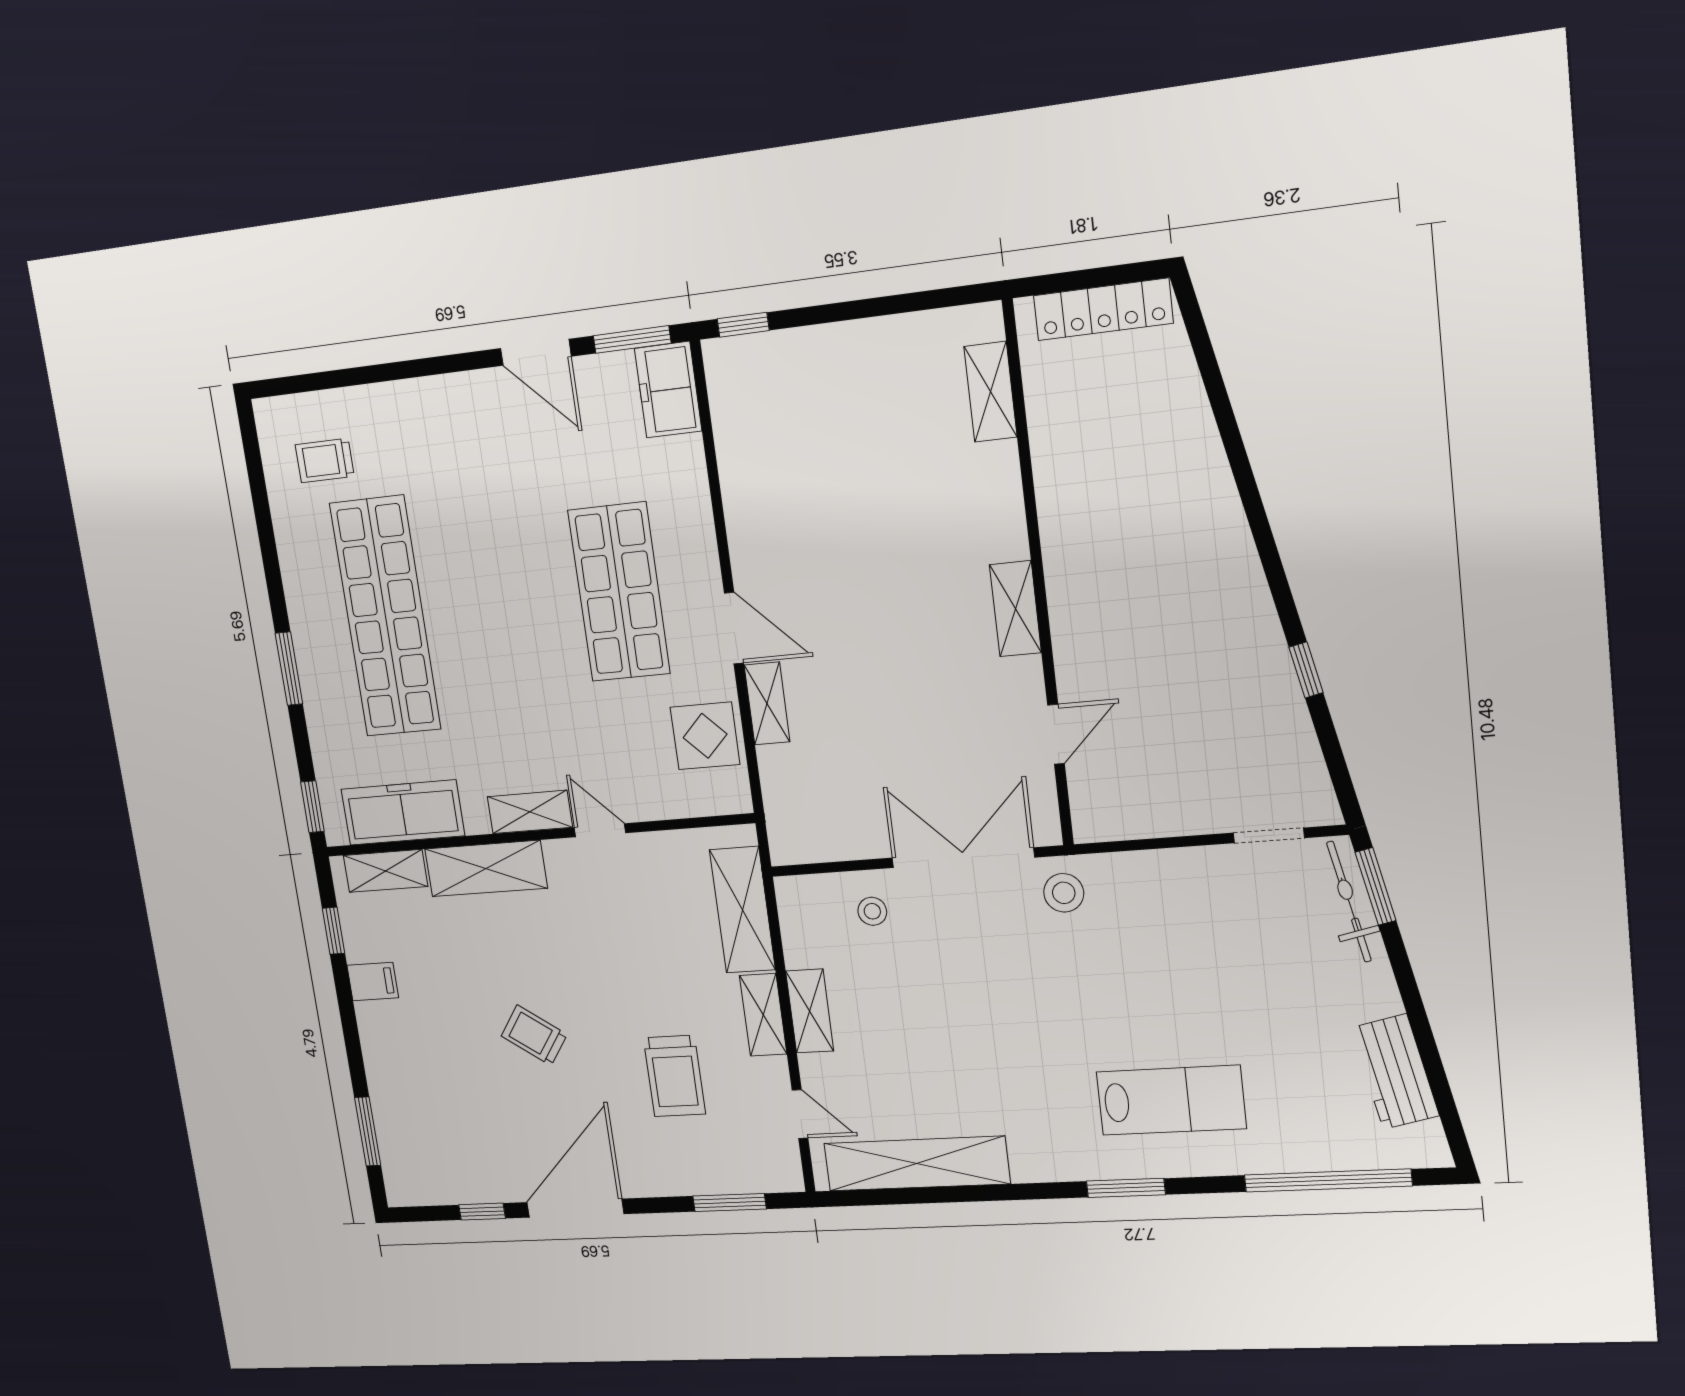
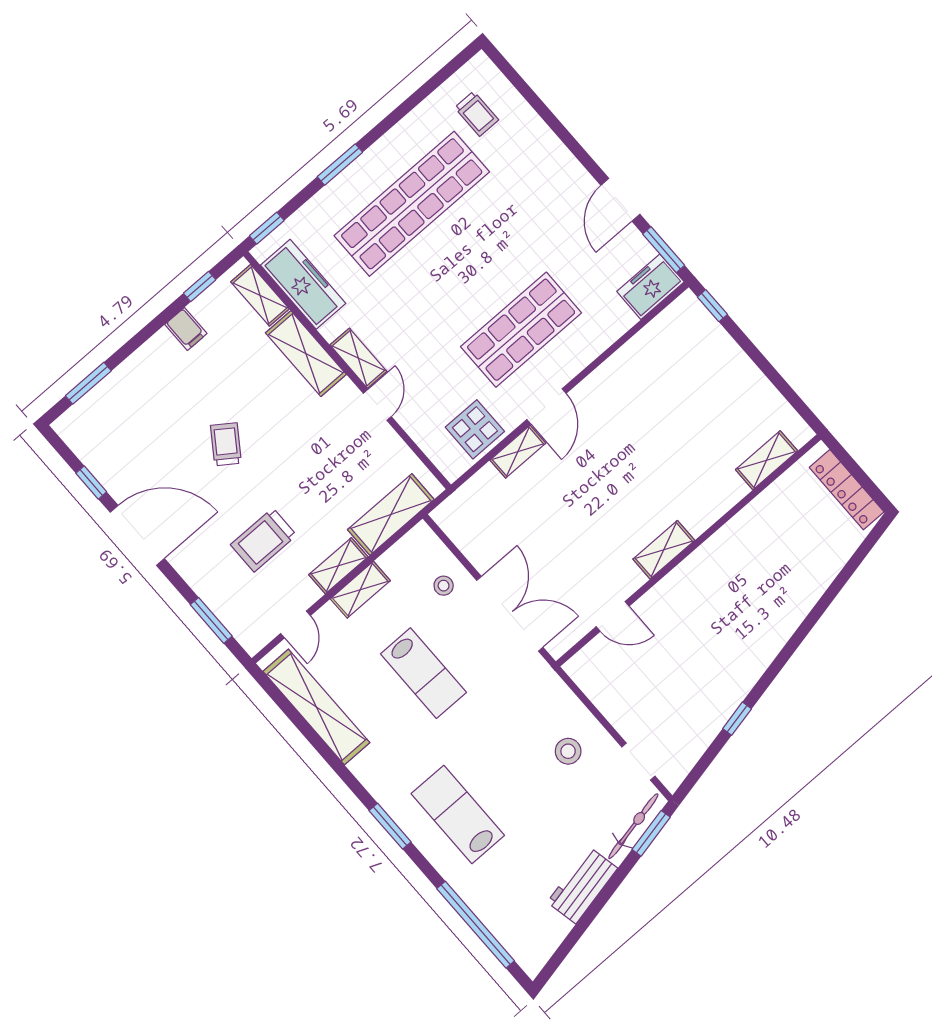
trolley: (325, 461) -> (477, 114), turned 180
stool: (1064, 893) -> (568, 751), moved
lab bench: (964, 1013) -> (423, 673), added
workbench: (1395, 1072) -> (582, 885), moved
lab bench: (1171, 1100) -> (458, 814), turned 180

